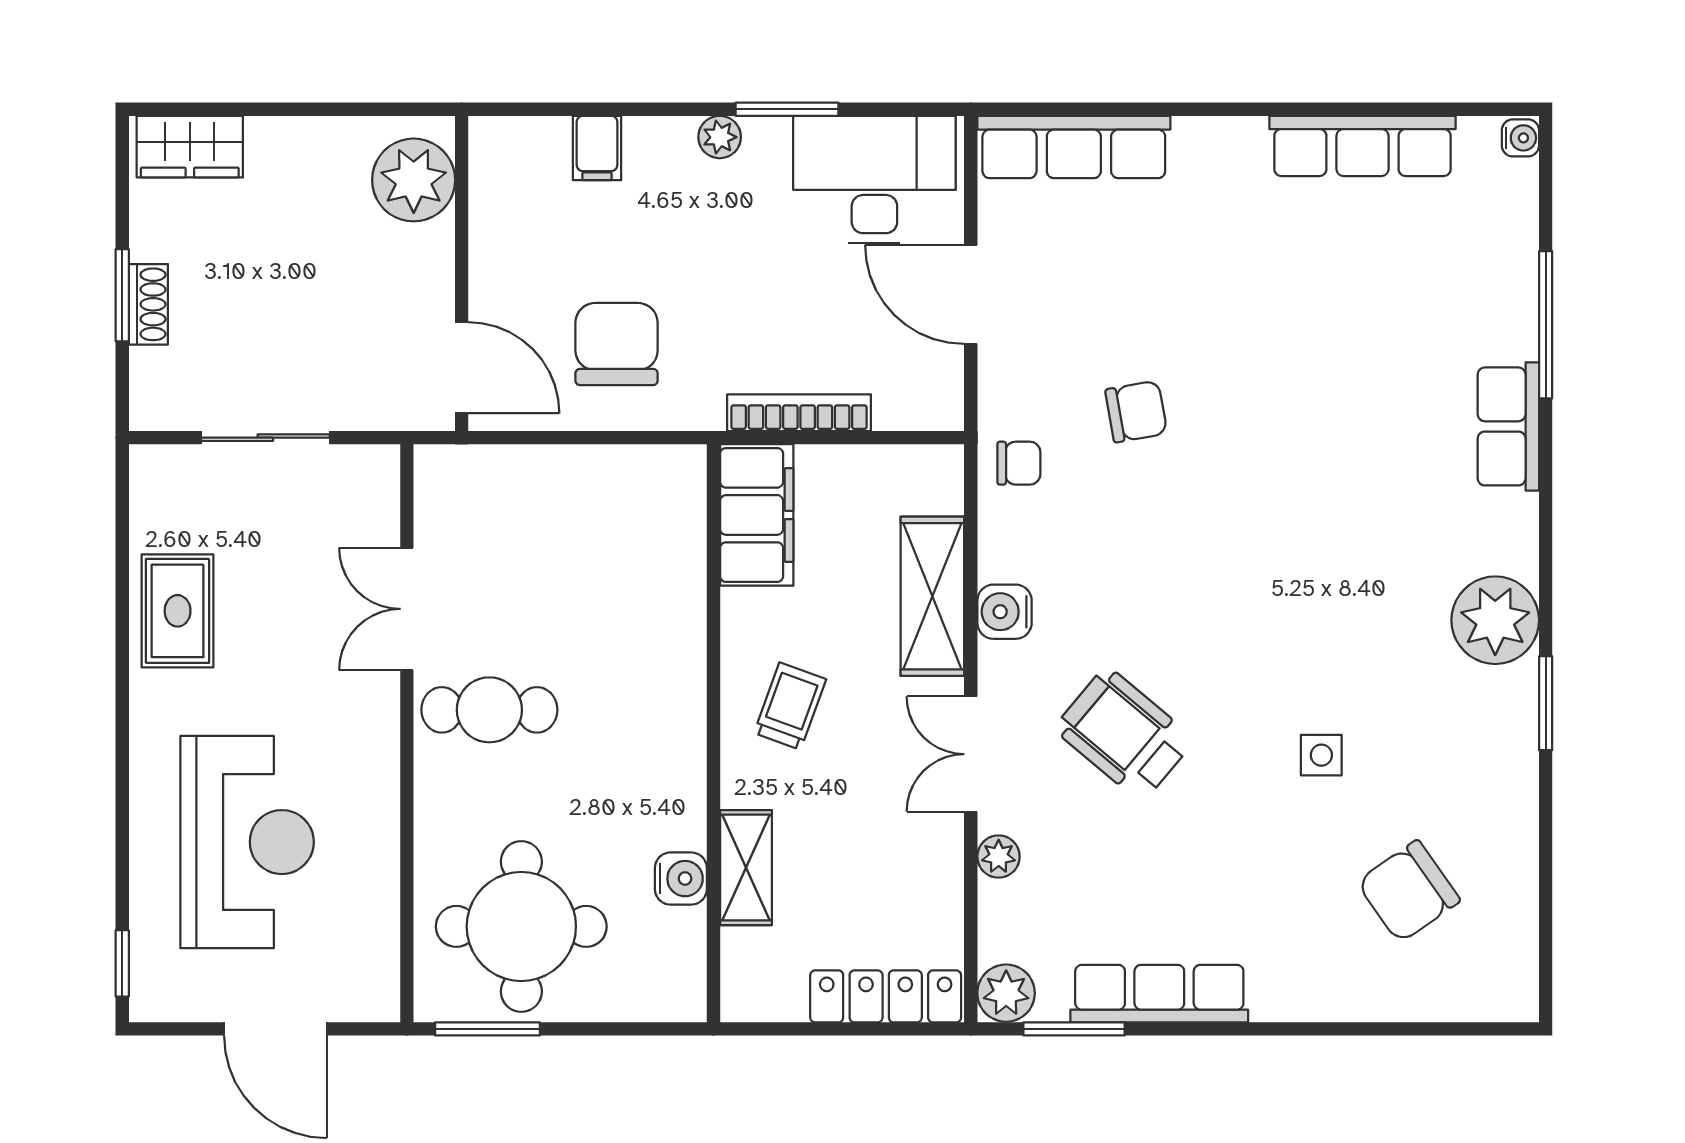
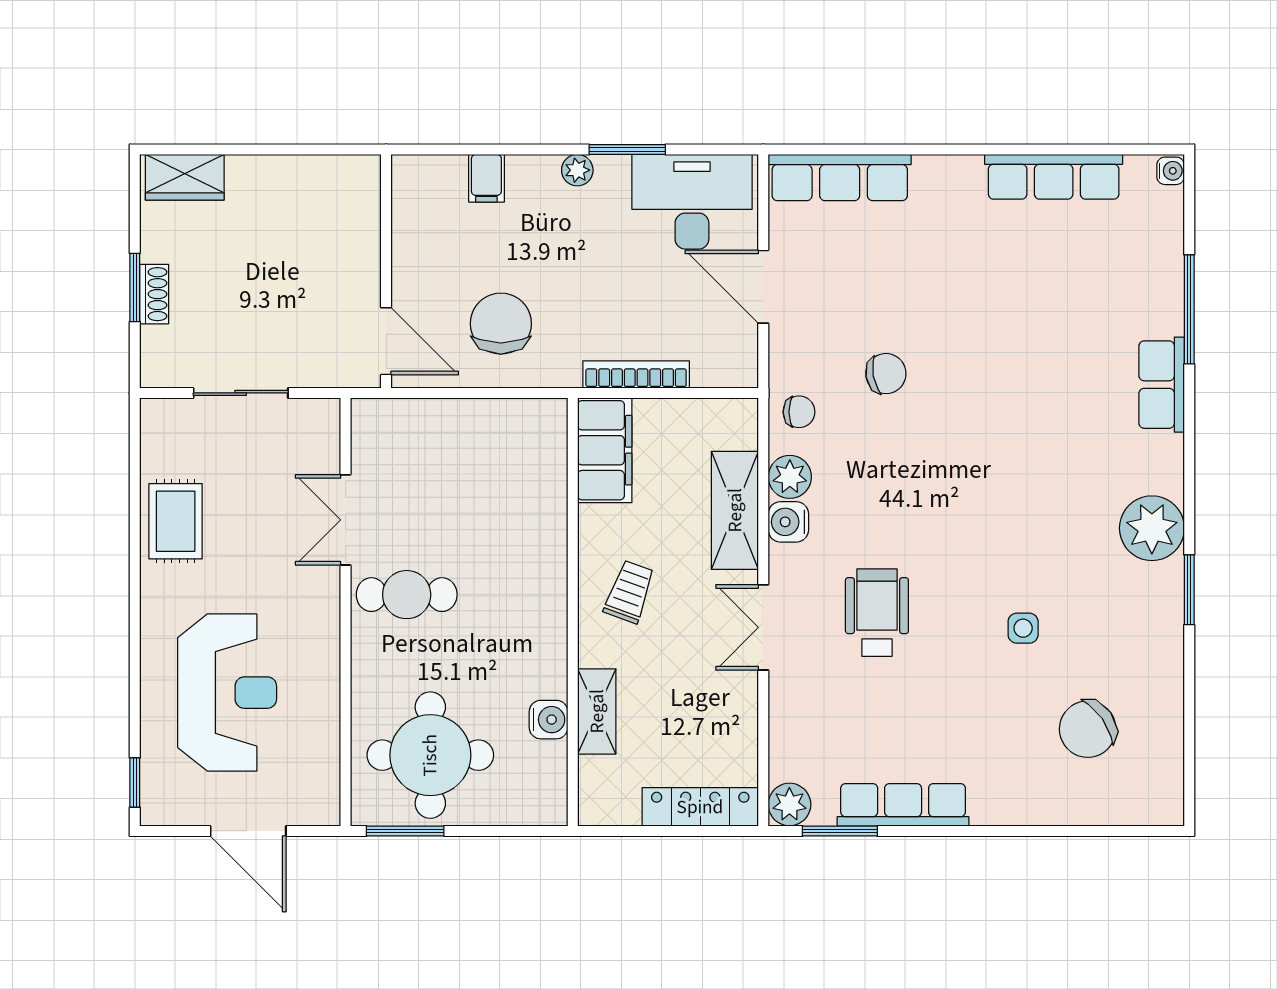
plant: (414, 180) -> (351, 202), removed
wheelchair: (1124, 734) -> (877, 613), turned 50
plant: (999, 857) -> (790, 477), moved, width x1.38, depth x1.38

